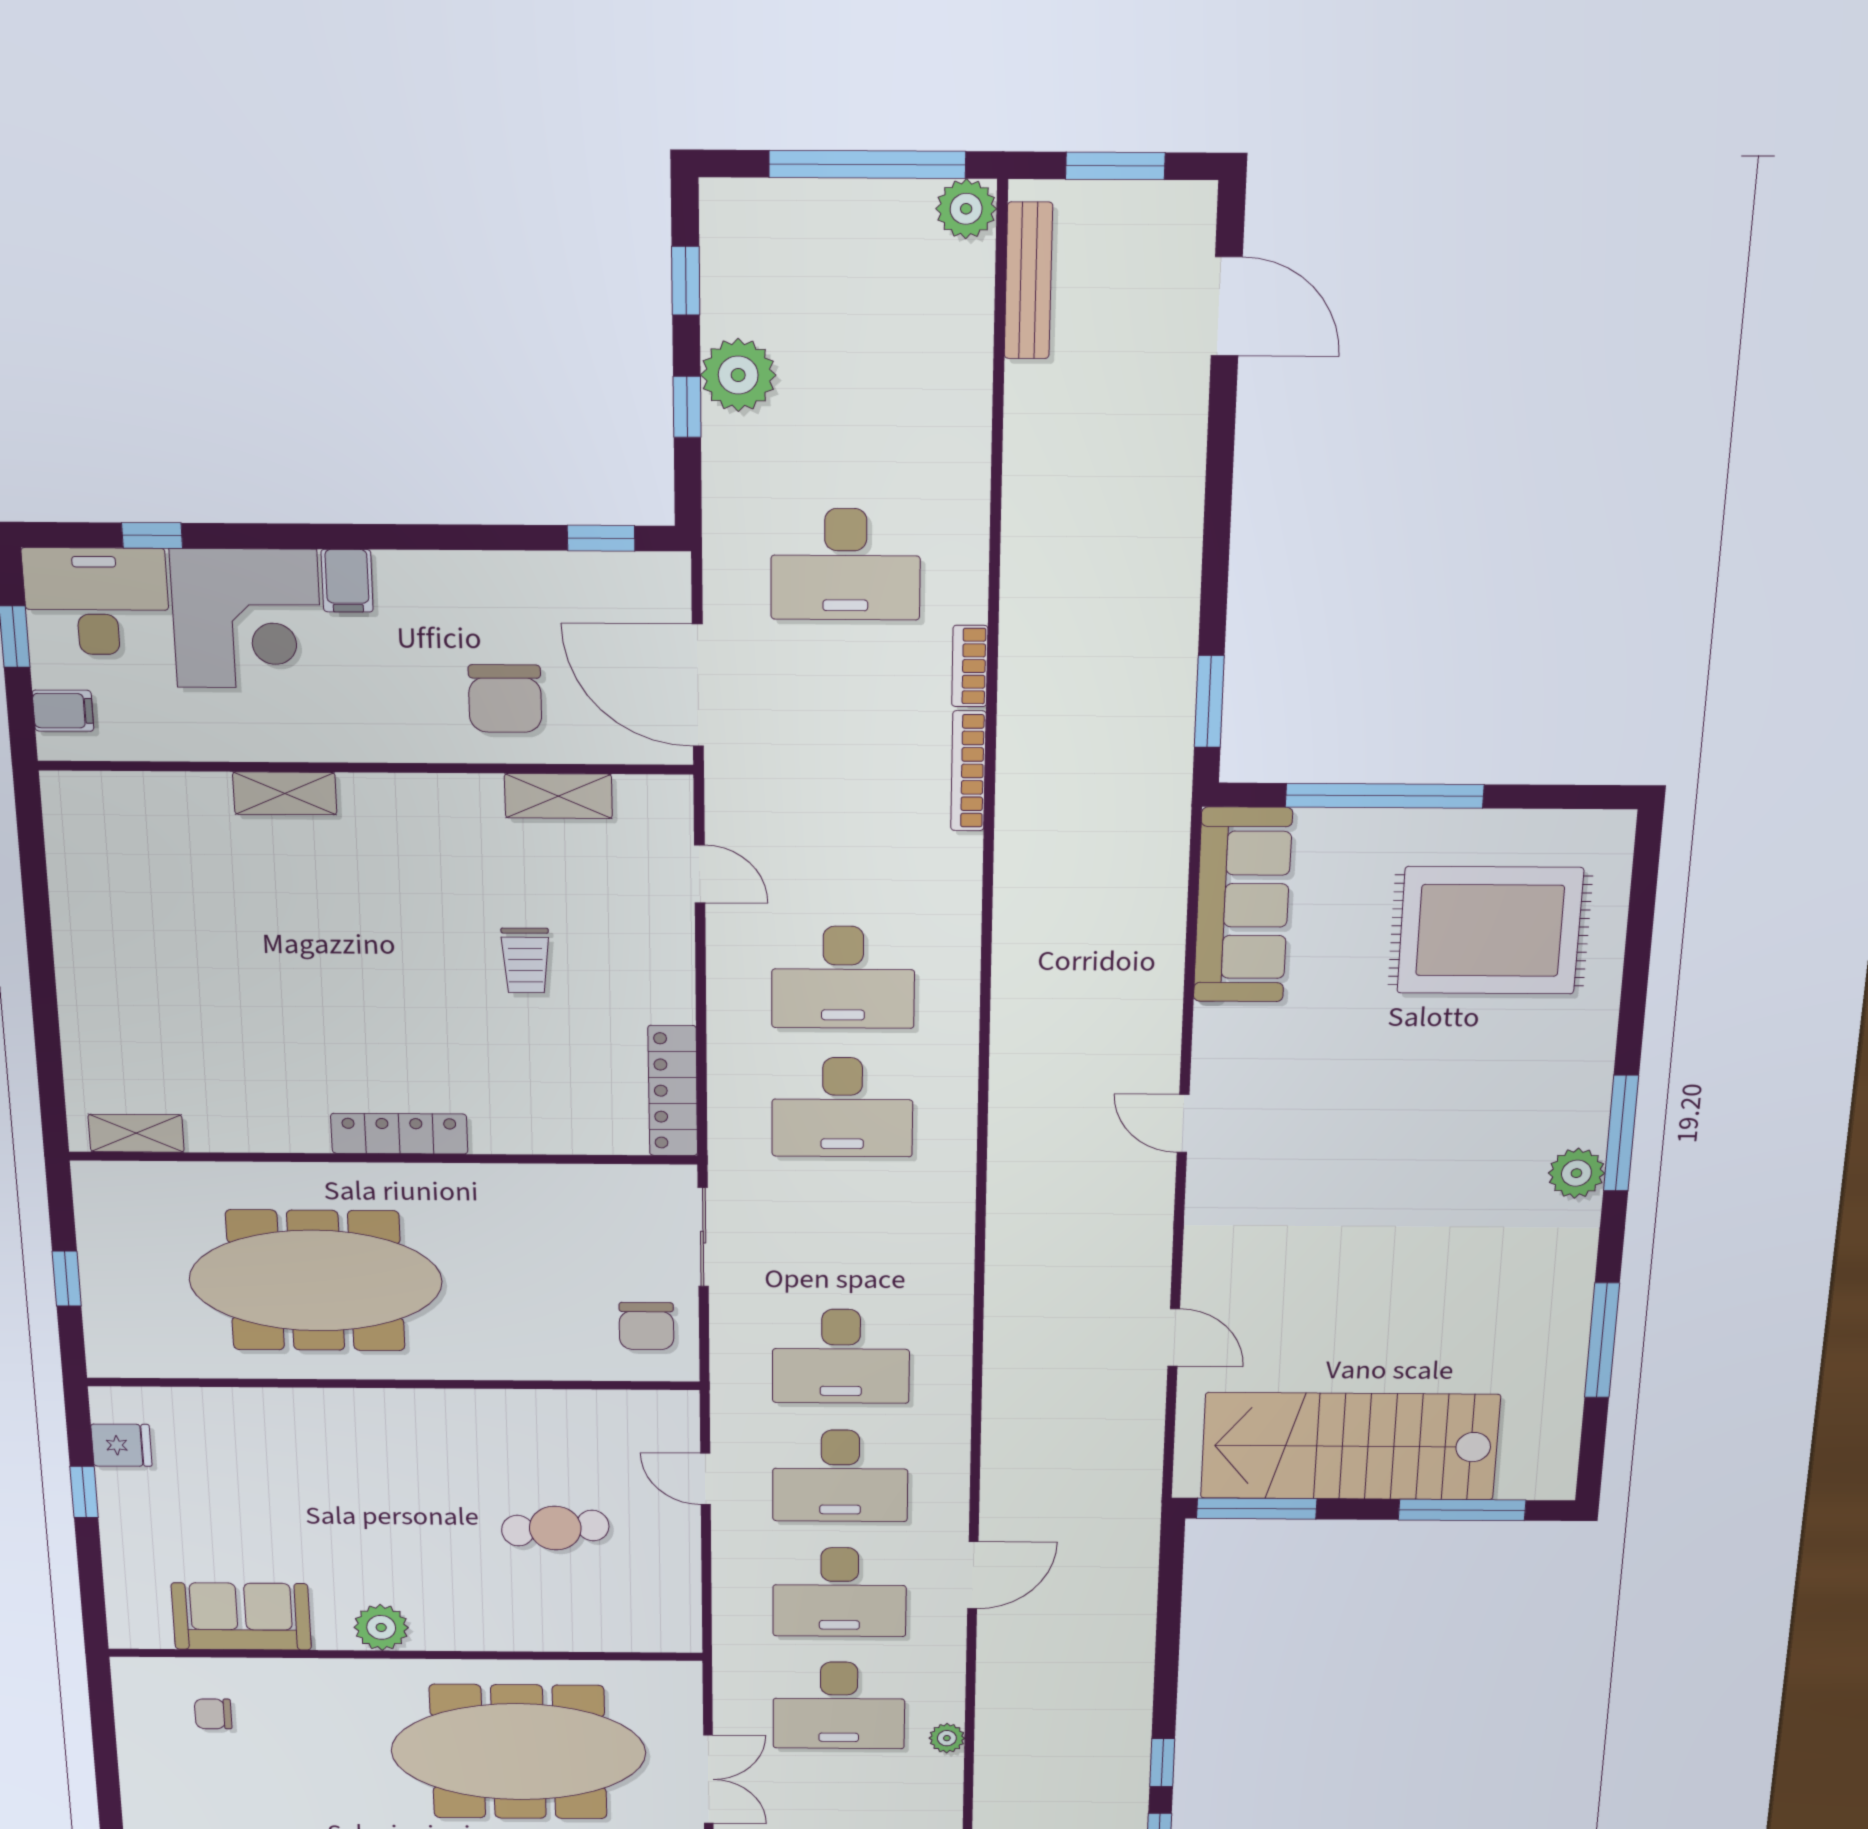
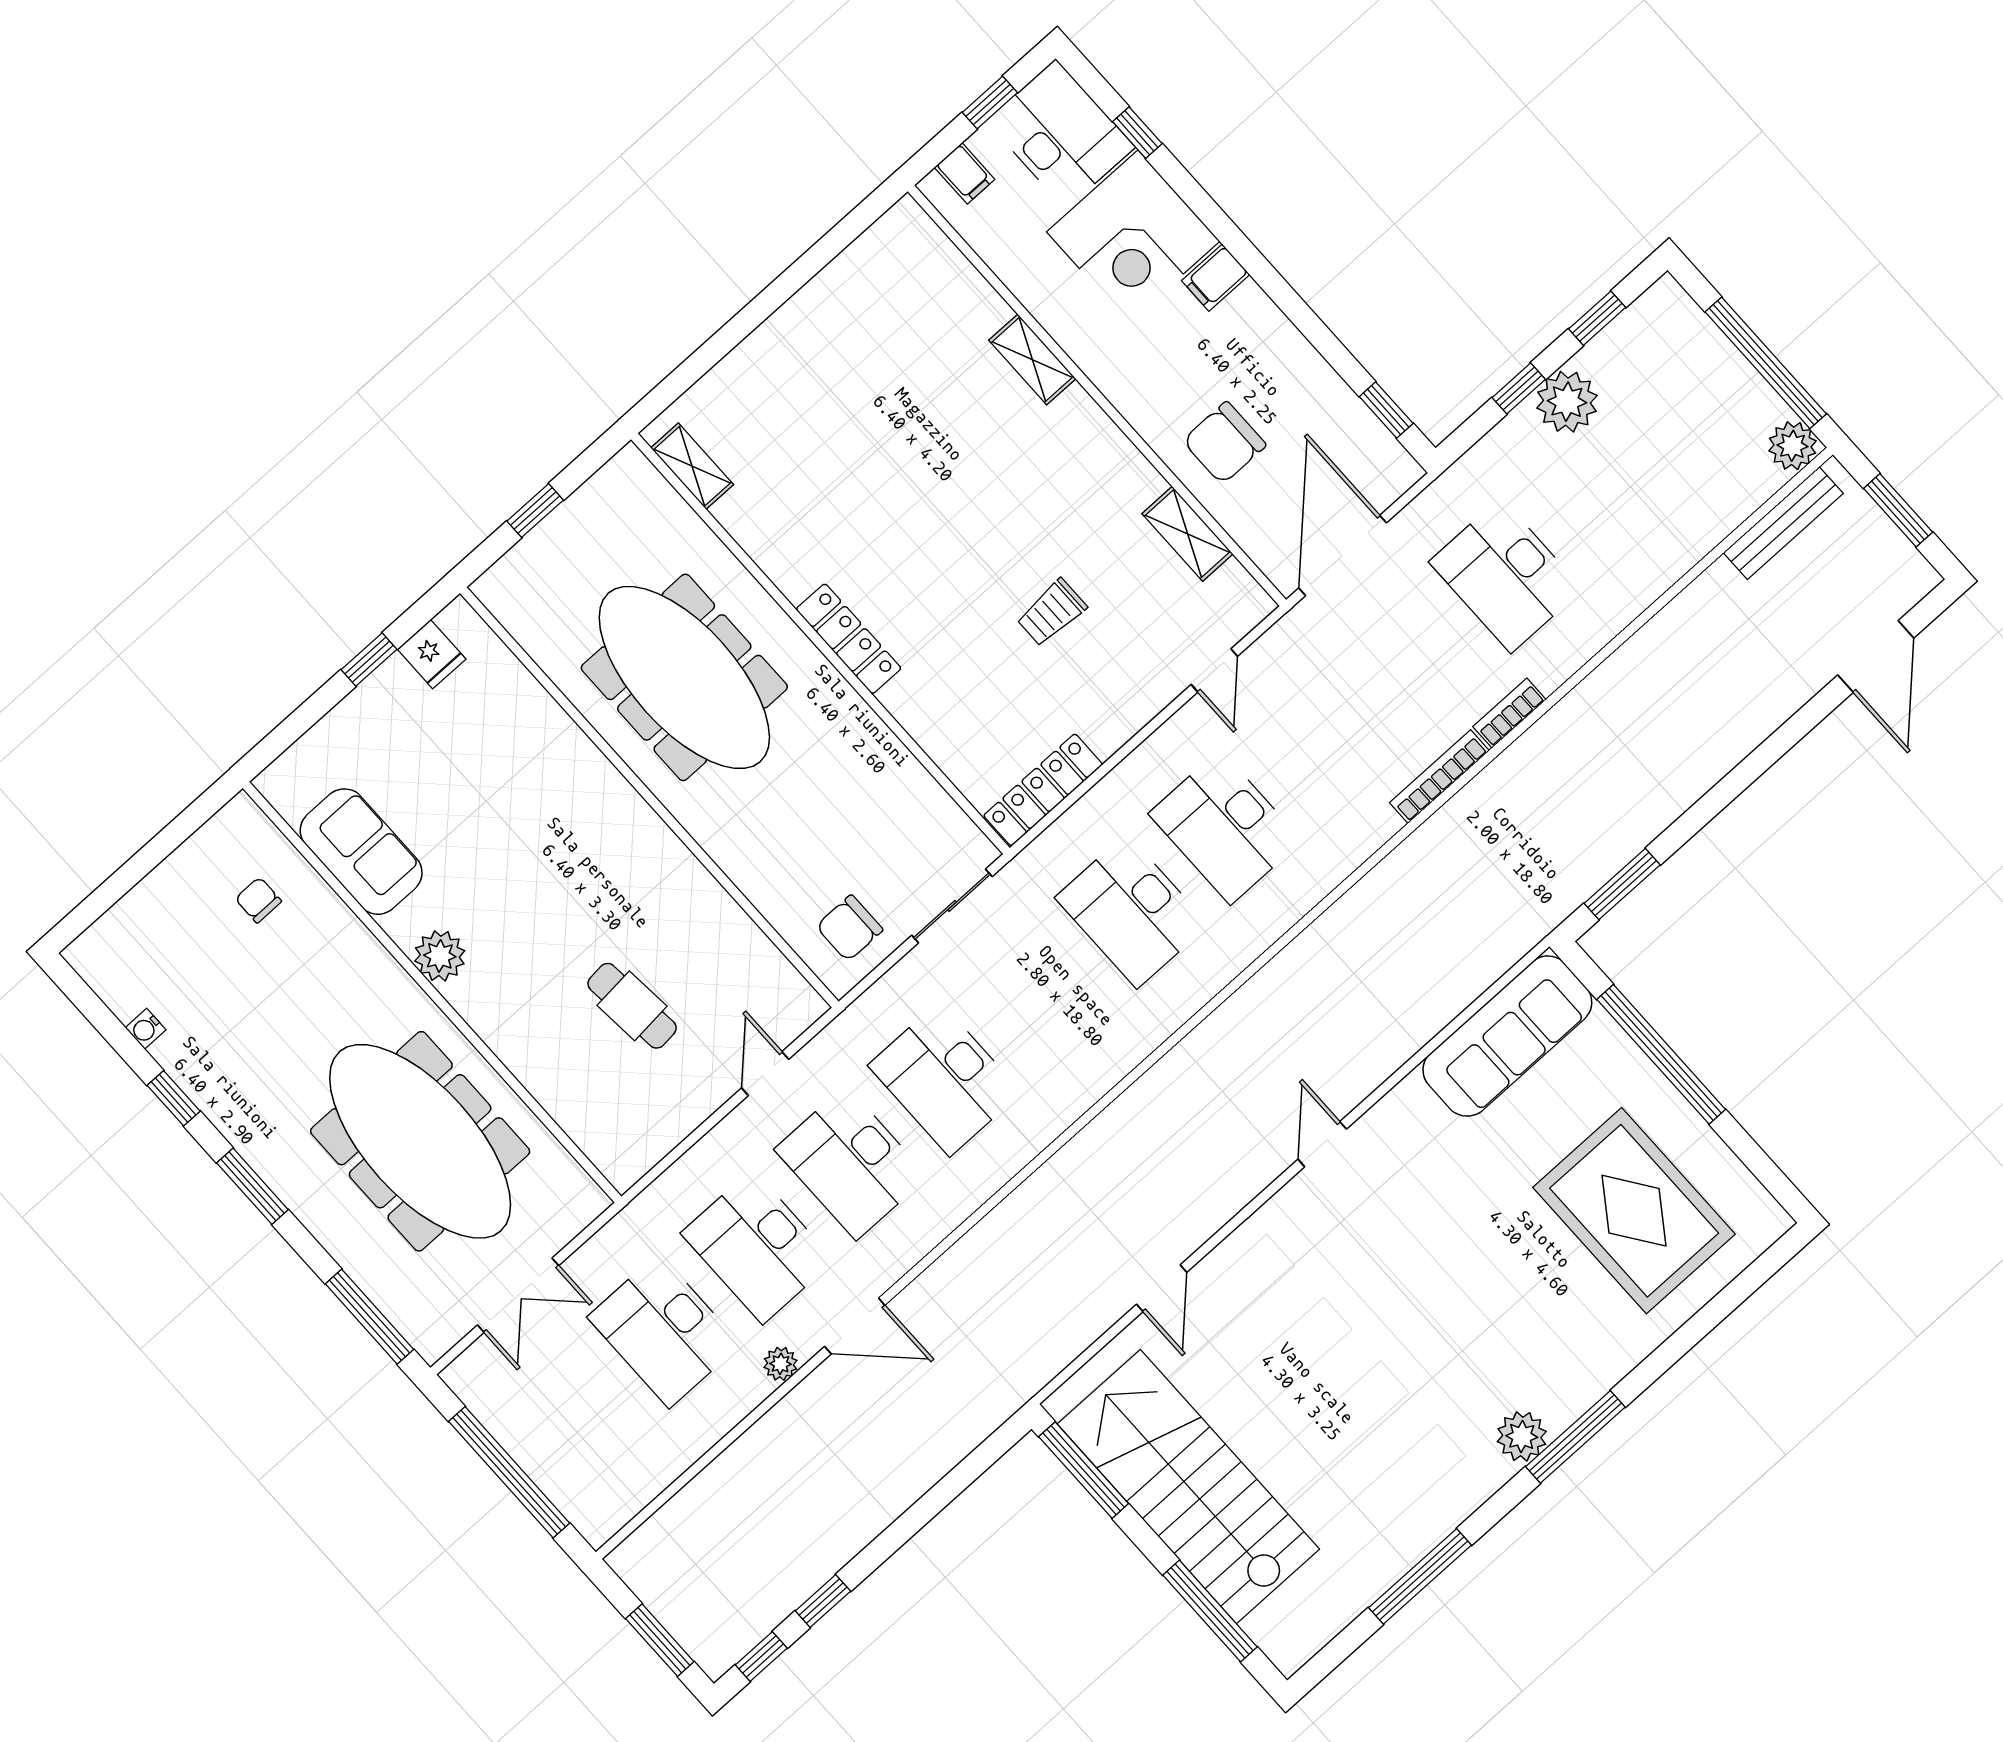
plant: (947, 1738) -> (781, 1364), moved

